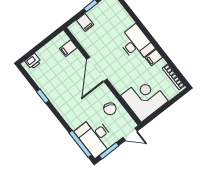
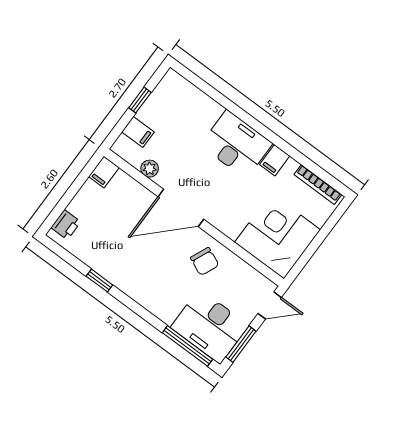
plant: (86, 44) -> (150, 169), added
filing cabinet: (68, 48) -> (104, 172), moved
door: (97, 69) -> (181, 208), hinge flipped
chair: (110, 109) -> (205, 262), moved

